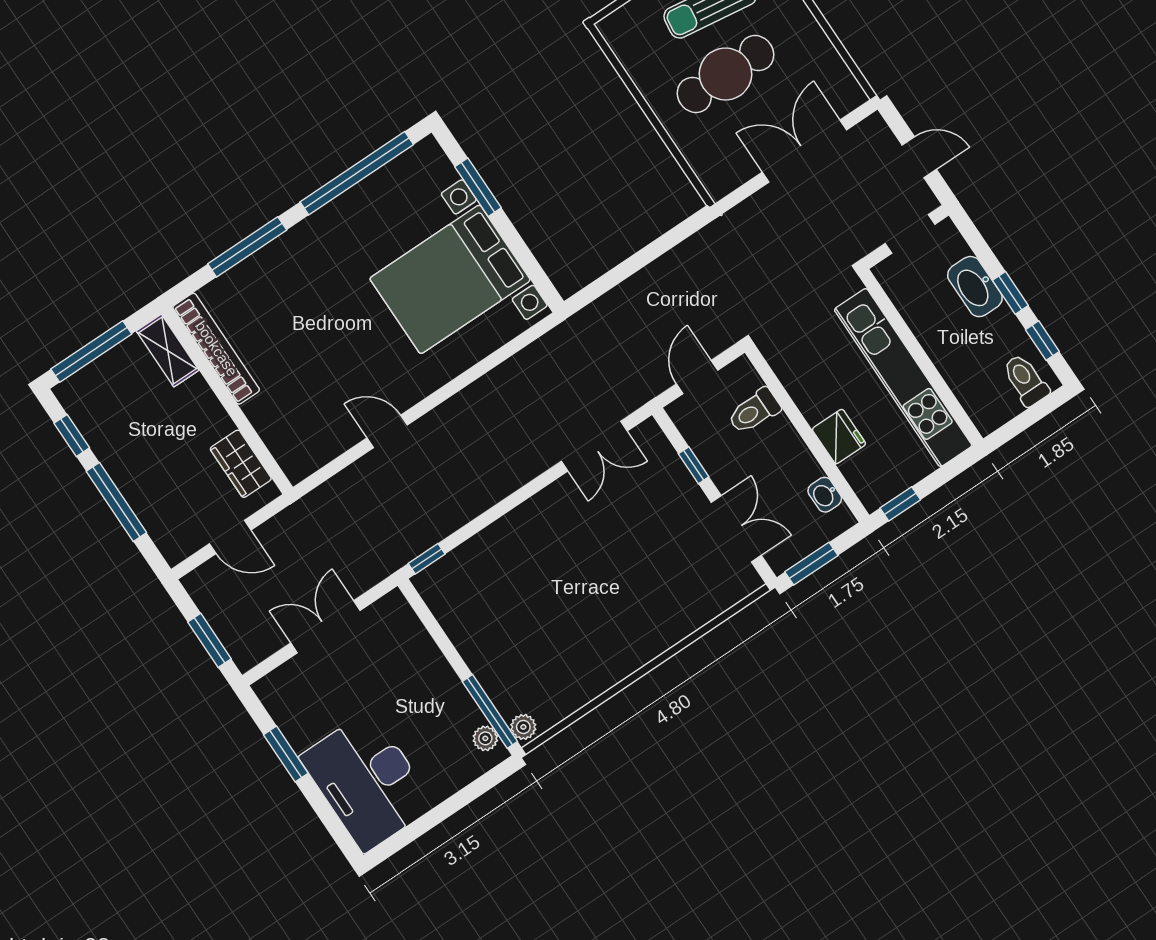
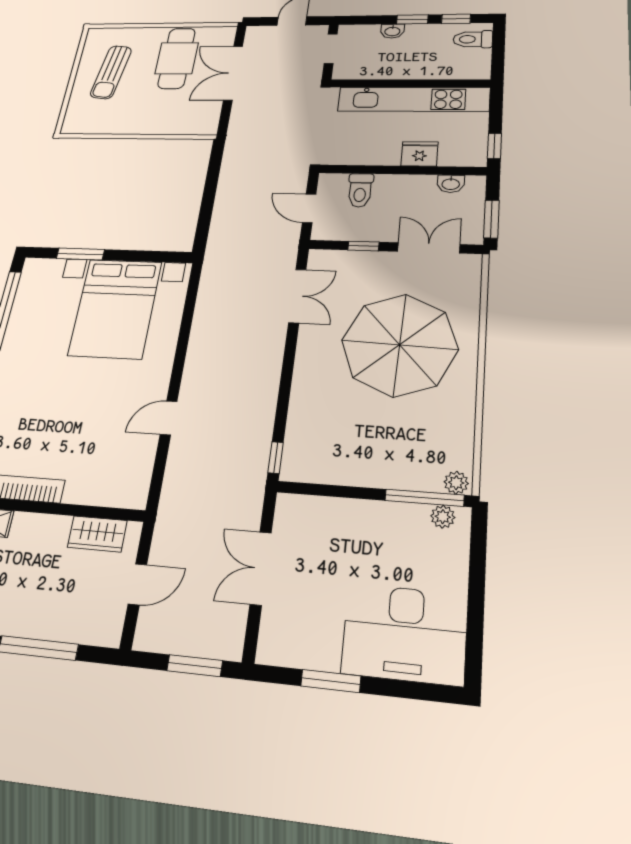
cafe table: (725, 74) -> (177, 58), moved
washbasin: (975, 287) -> (392, 31), width x0.52, depth x0.69
parasol: (615, 581) -> (400, 345), added

